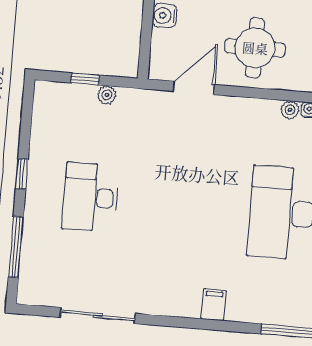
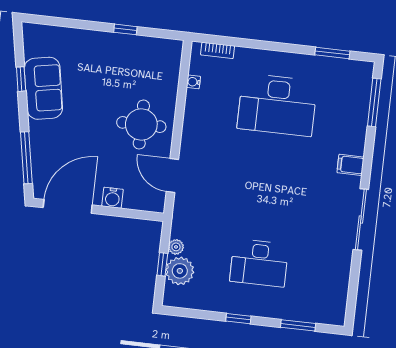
plant: (290, 110) -> (180, 271), moved, width x1.88, depth x1.88
window: (16, 247) -> (298, 325), width x0.69
sliding door: (98, 315) -> (361, 220), moved

